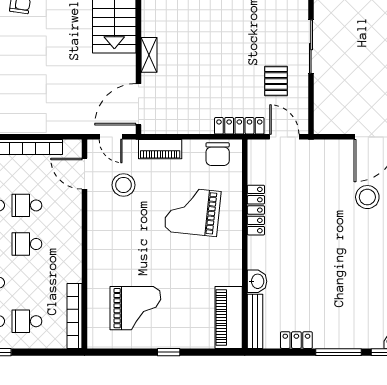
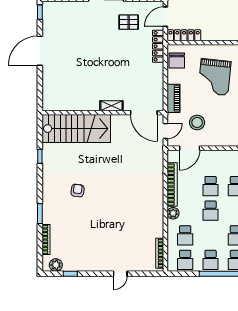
chair: (218, 154) -> (177, 61), turned 90
locker: (256, 210) -> (184, 35), moved

